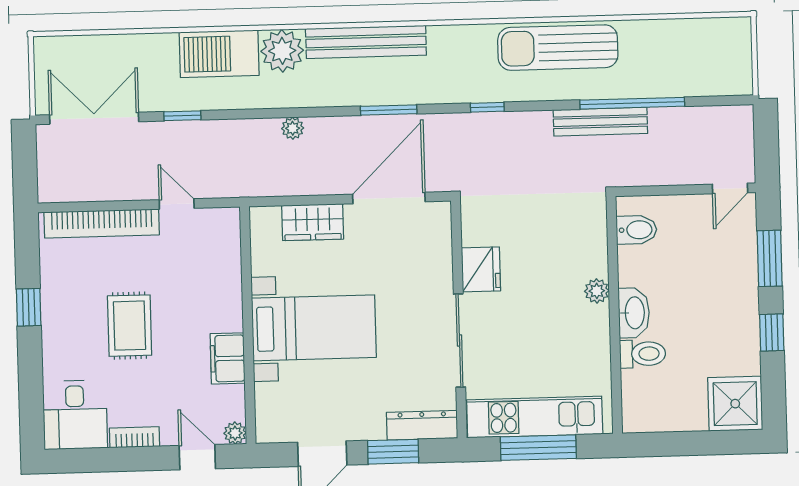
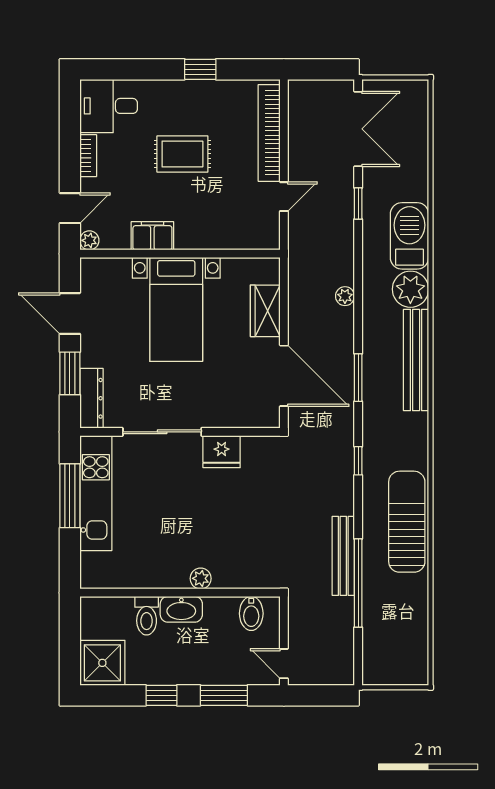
bidet: (637, 230) -> (251, 613), moved
plant: (597, 291) -> (201, 578), moved
washbasin: (634, 313) -> (181, 609), moved
wall: (614, 315) -> (180, 593), moved
toilet: (643, 354) -> (147, 616), moved

